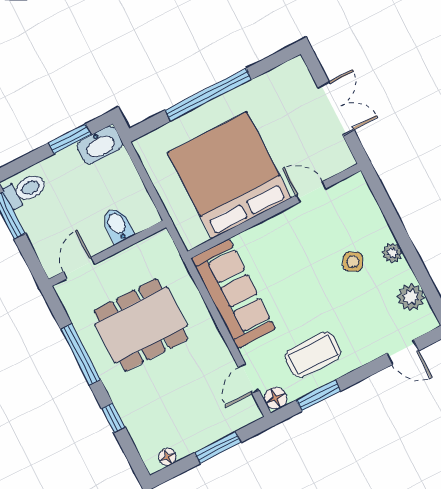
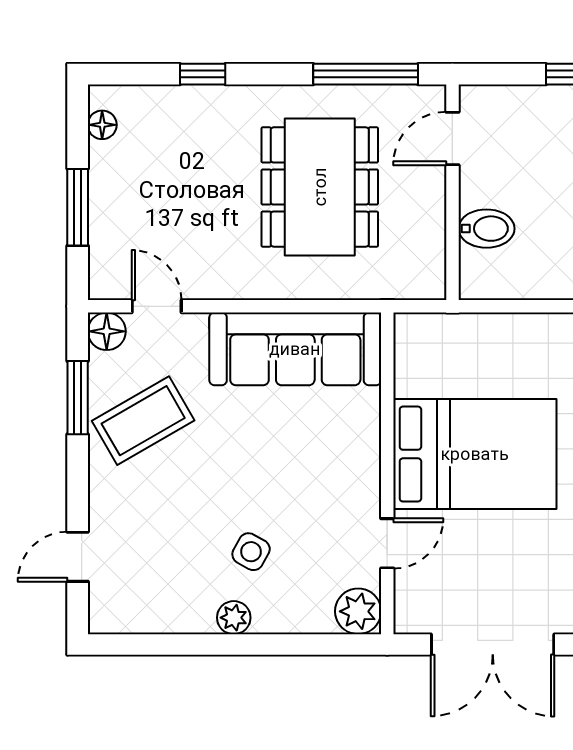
double door: (336, 108) -> (493, 644), width x1.37
bed: (229, 175) -> (475, 454), width x0.73
door: (79, 268) -> (452, 138), swing flipped
plant: (411, 297) -> (358, 611), moved
window: (81, 354) -> (366, 74), moved
coffee table: (313, 355) -> (143, 421), turned 60

